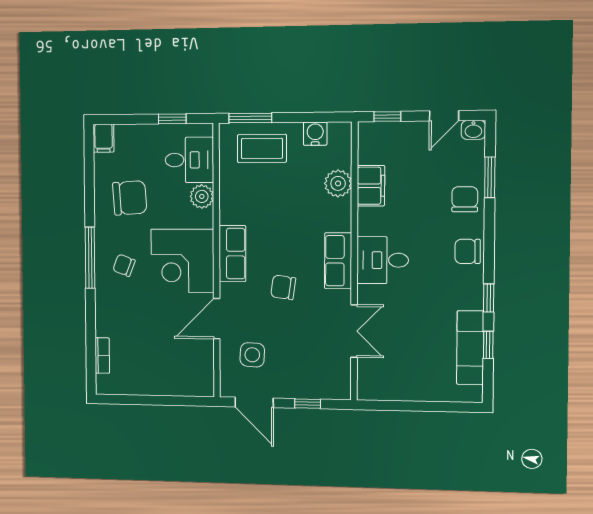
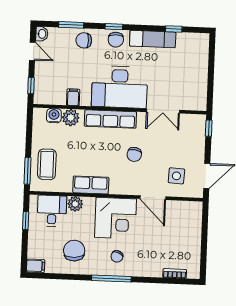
water cooler: (315, 134) -> (54, 116), moved, turned 90
filing cabinet: (371, 186) -> (73, 97), width x0.50
row of seats: (232, 254) -> (91, 185), moved
desk: (383, 260) -> (120, 87), width x1.87, depth x1.30
row of seats: (338, 261) -> (110, 119), width x1.48
window: (489, 298) -> (114, 27), moved
double door: (354, 331) -> (163, 111), swing flipped
exam couch: (470, 348) -> (153, 39), moved
window: (308, 404) -> (209, 128), moved

